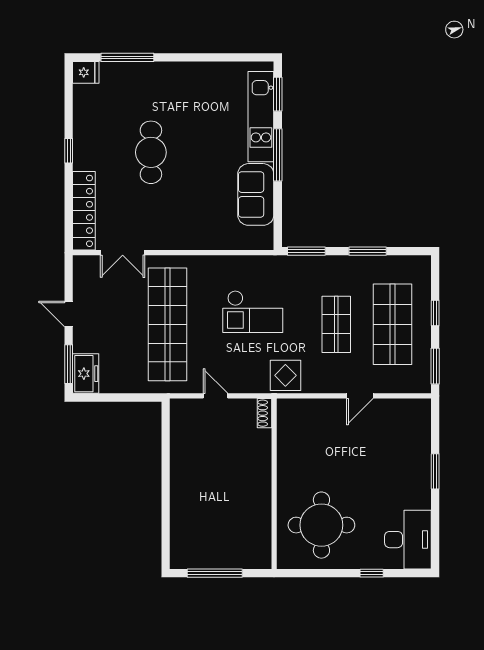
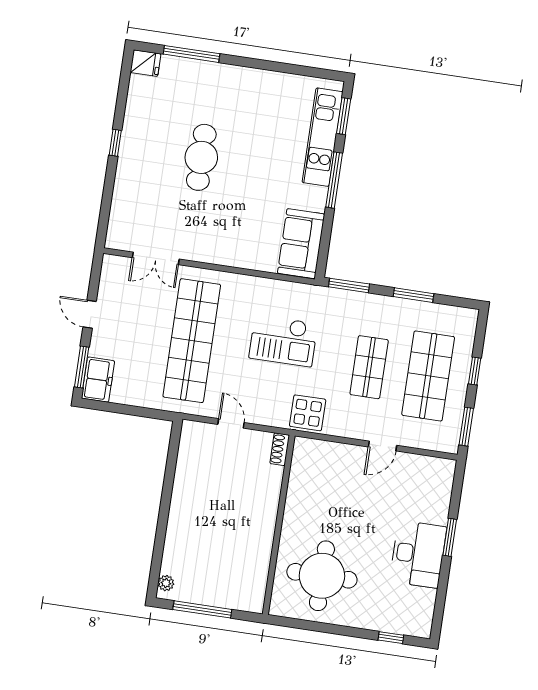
sofa: (256, 194) -> (301, 244), moved
locker: (84, 211) -> (122, 208), removed
desk: (408, 540) -> (418, 554), moved
plant: (177, 554) -> (166, 583), added
window: (372, 573) -> (391, 638), moved

